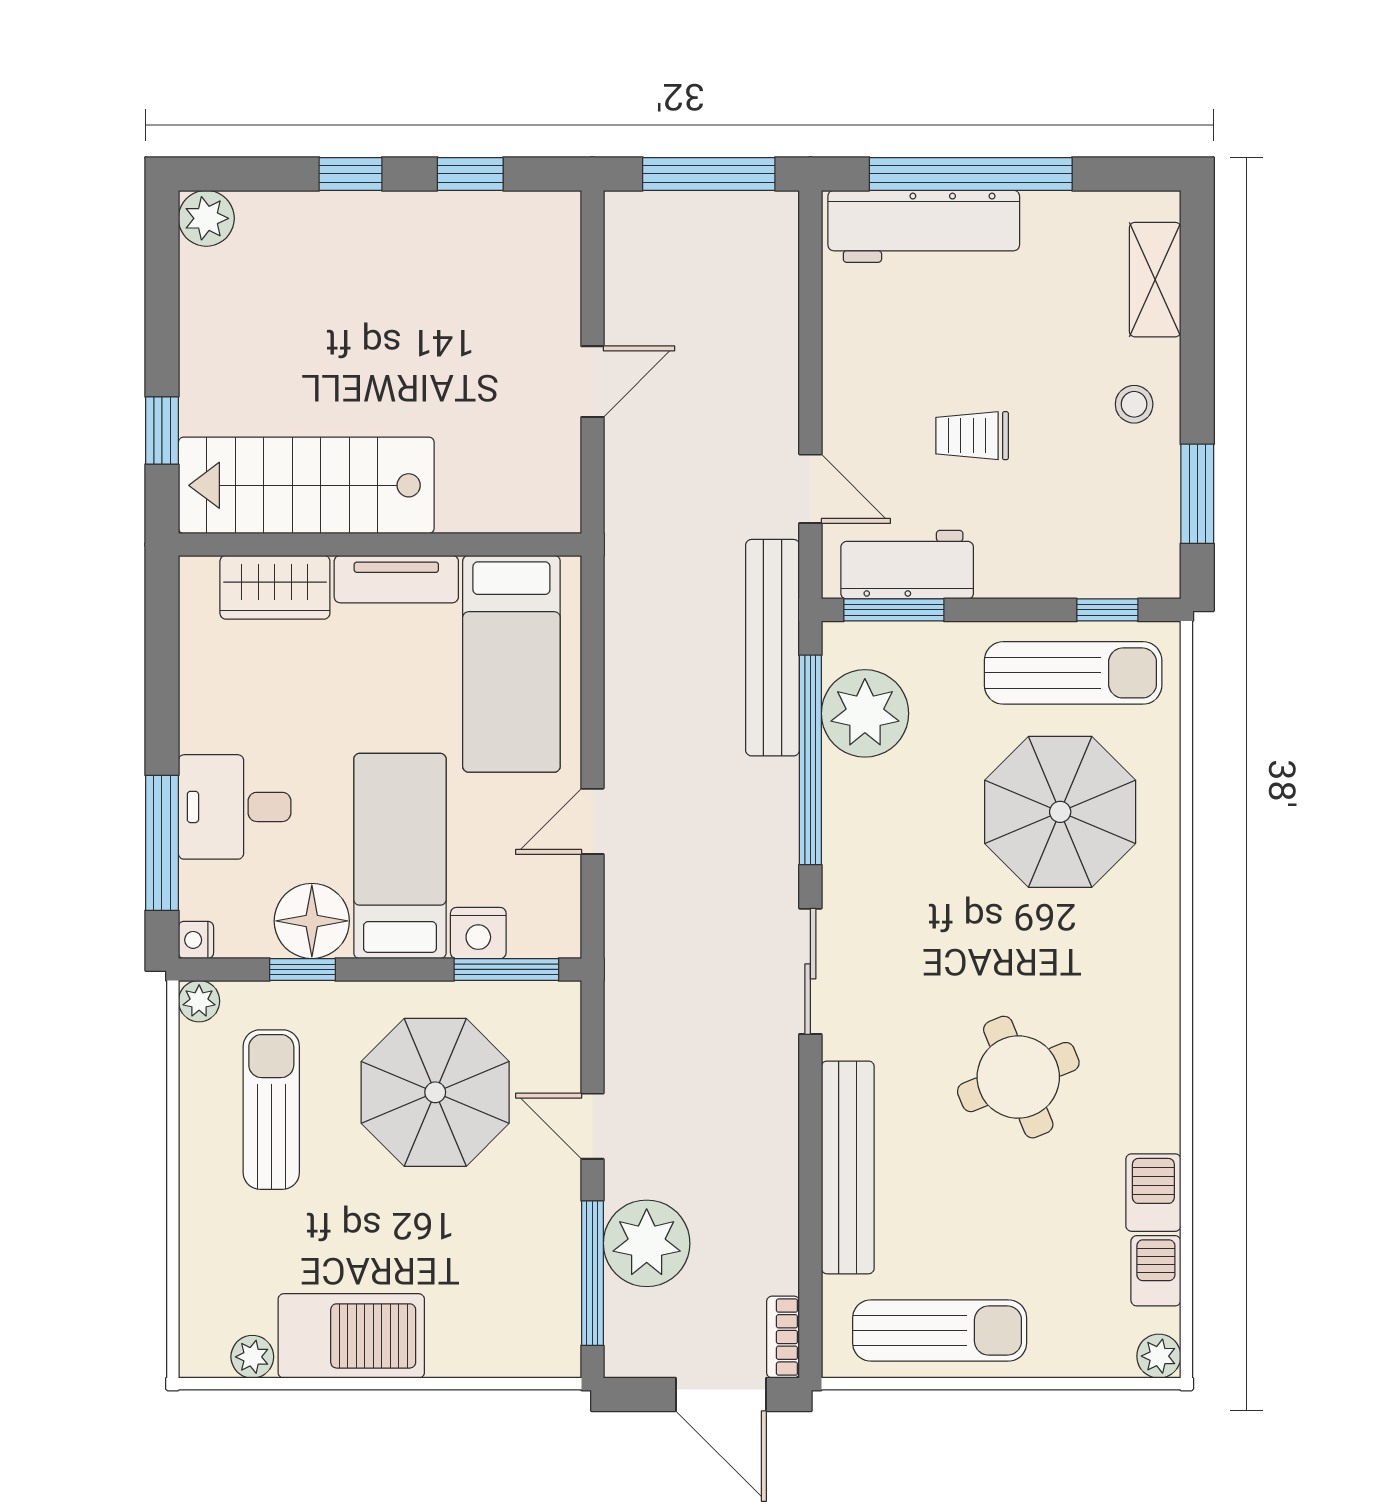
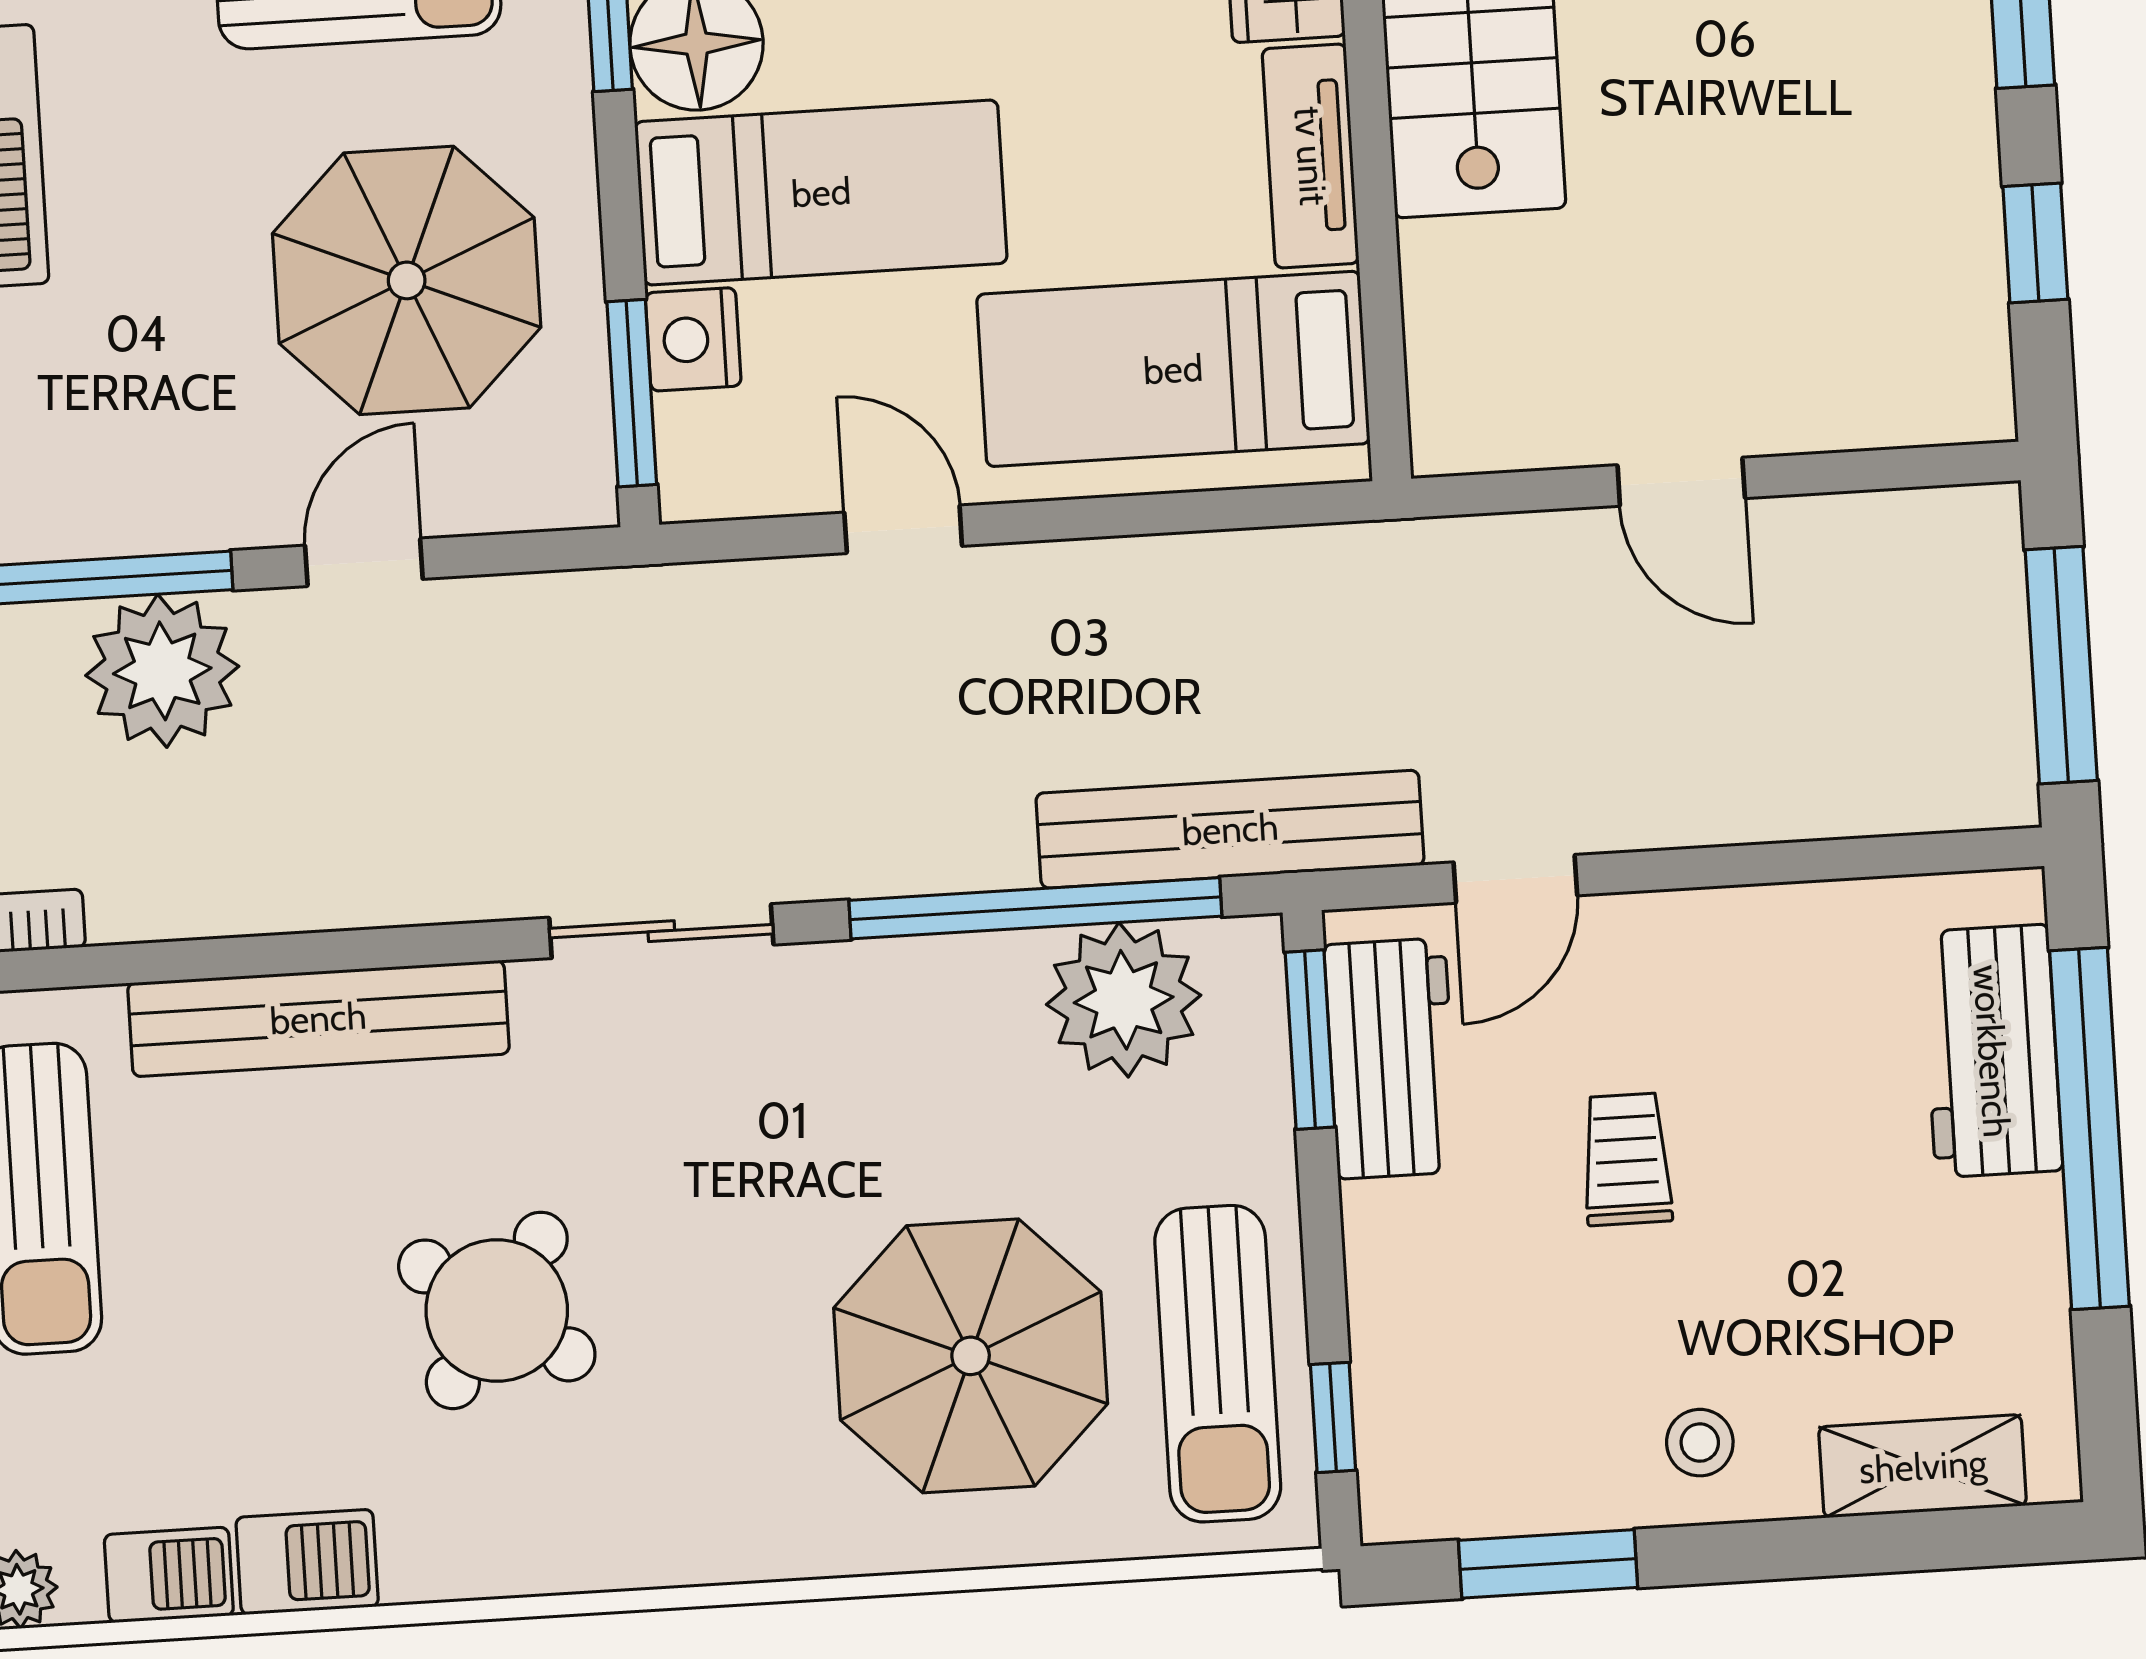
workbench: (924, 226) -> (1992, 1051), width x0.73
round table: (1018, 1077) -> (497, 1310), turned -33

